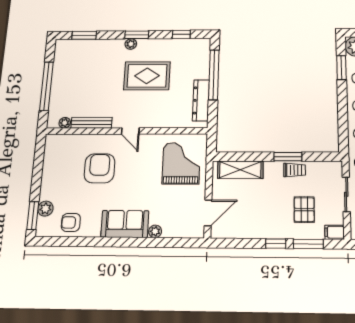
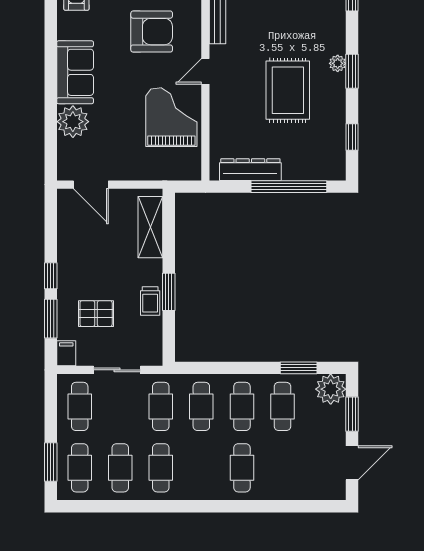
grand piano: (181, 163) -> (171, 117), moved, turned -90
plant: (155, 231) -> (73, 122), width x1.88, depth x1.88

